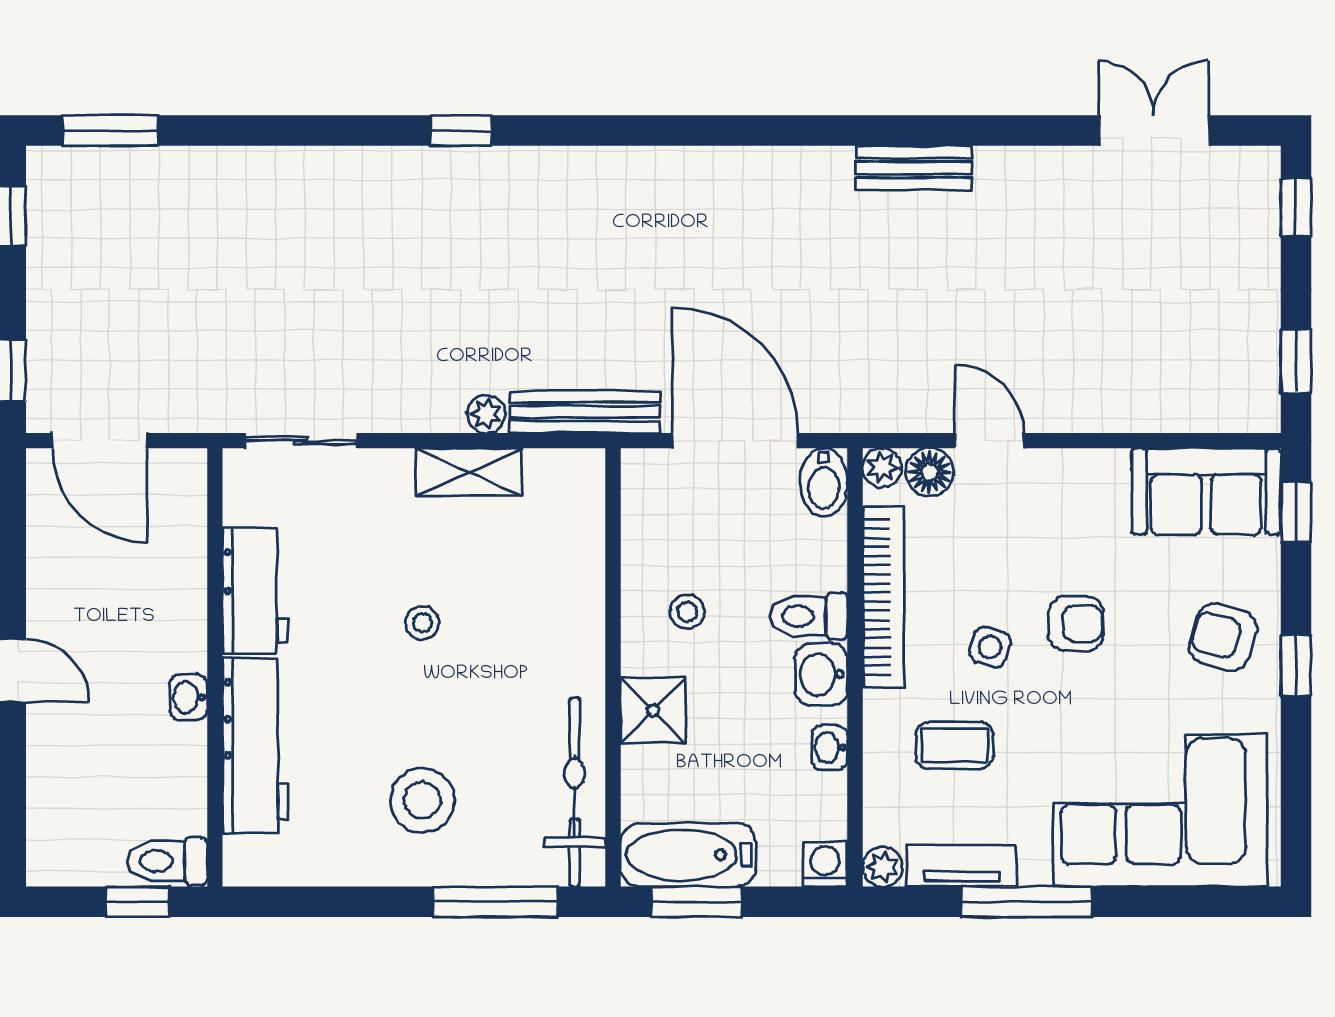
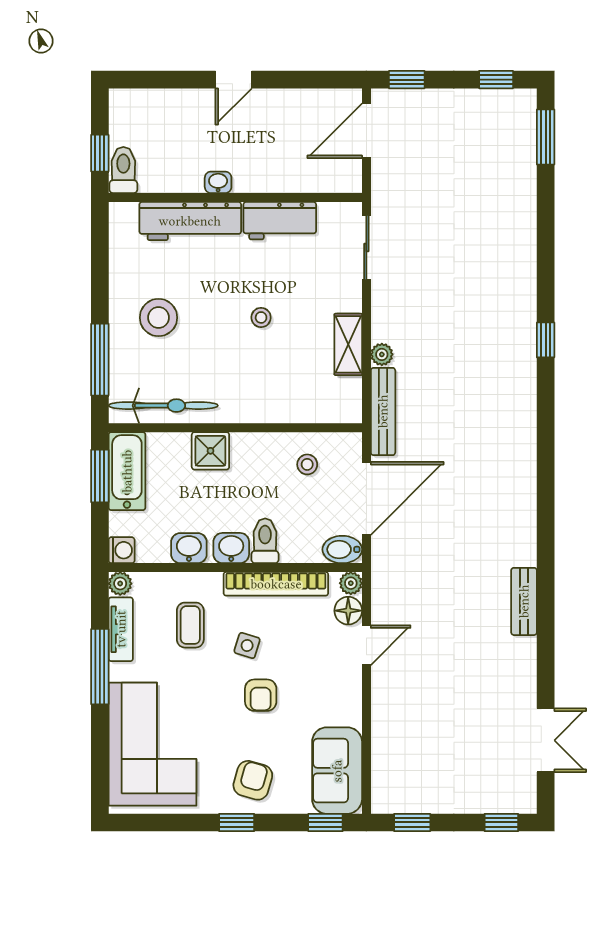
stool: (687, 612) -> (307, 464), moved
washbasin: (829, 748) -> (189, 548), width x1.38, depth x1.45

